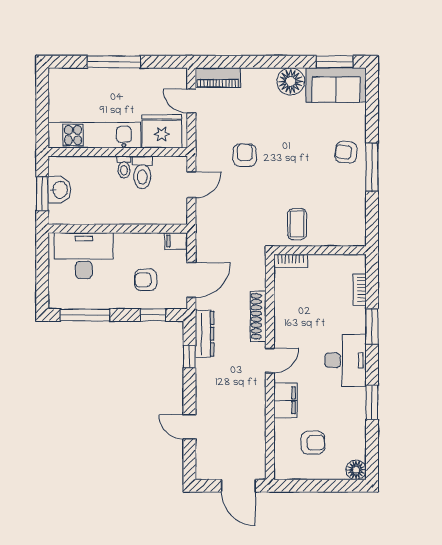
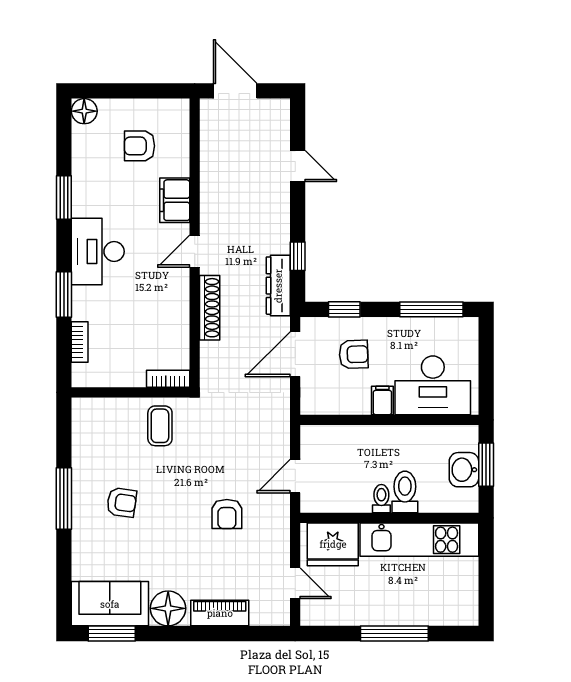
piano: (218, 78) -> (220, 613), moved
armchair: (346, 152) -> (122, 502), moved
toilet: (142, 172) -> (405, 492), moved
filing cabinet: (176, 241) -> (382, 401), moved, turned -90

